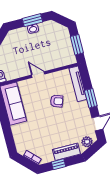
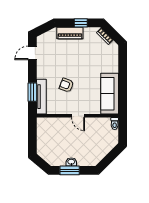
window: (77, 45) -> (32, 135), removed
window: (91, 98) -> (32, 92), moved
plant: (87, 142) -> (47, 38), removed

